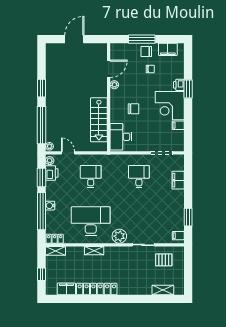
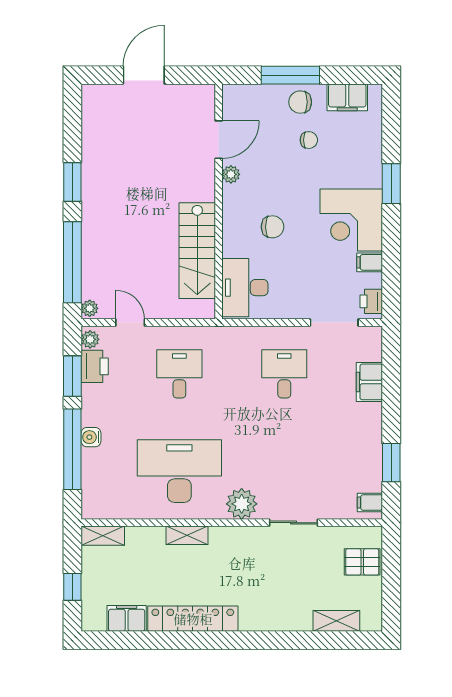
printer: (179, 85) -> (371, 301), moved
locker: (55, 239) -> (101, 509), removed
pallet: (164, 260) -> (362, 562), moved

